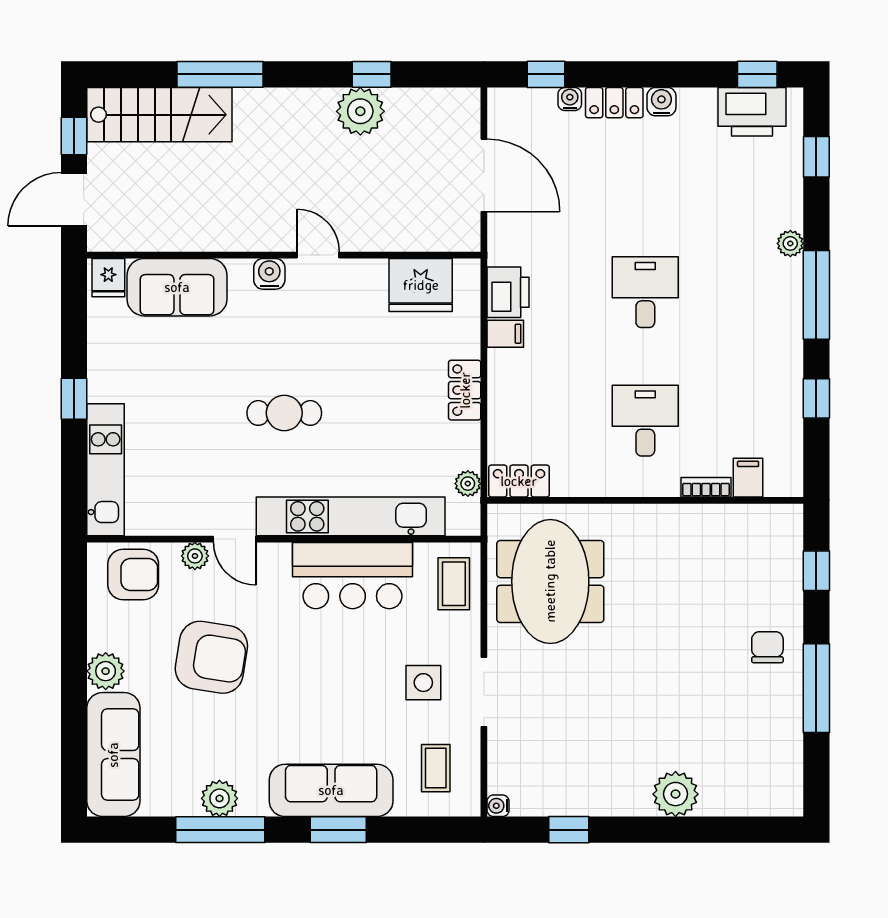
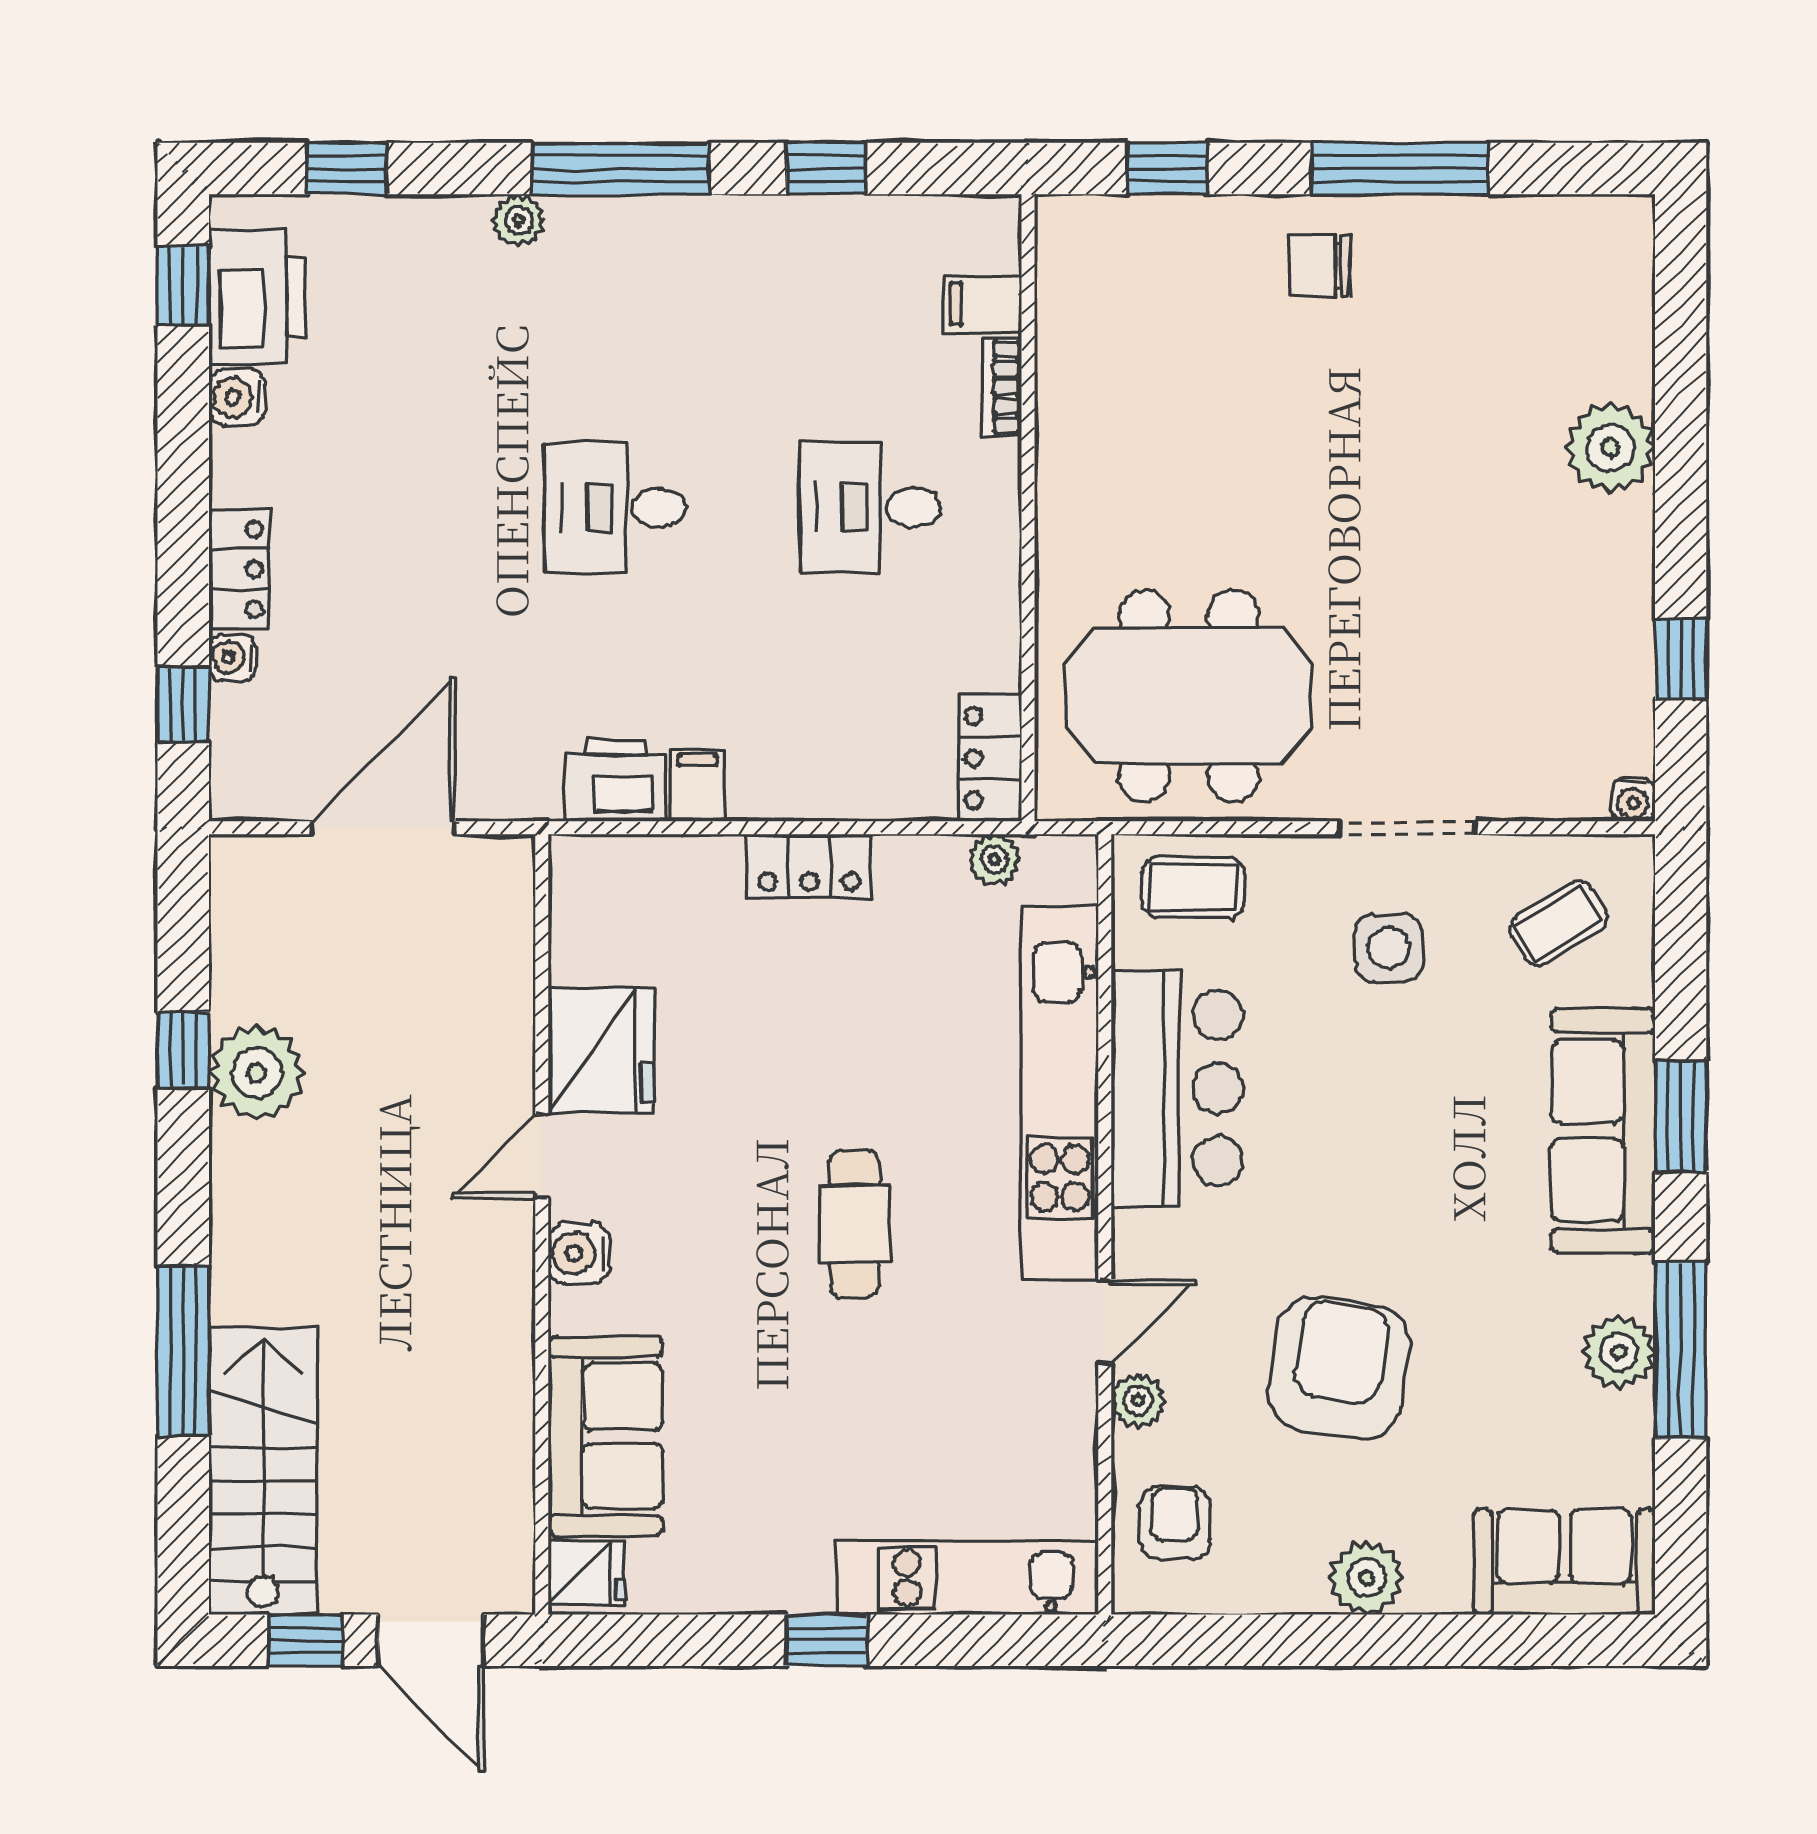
water cooler: (661, 102) -> (237, 397), moved
fridge: (421, 285) -> (601, 1051), moved
armchair: (133, 574) -> (1175, 1523), width x0.72, depth x0.72
sofa: (113, 755) -> (1564, 1562), width x0.73
coffee table: (436, 768) -> (1559, 923), turned -31

